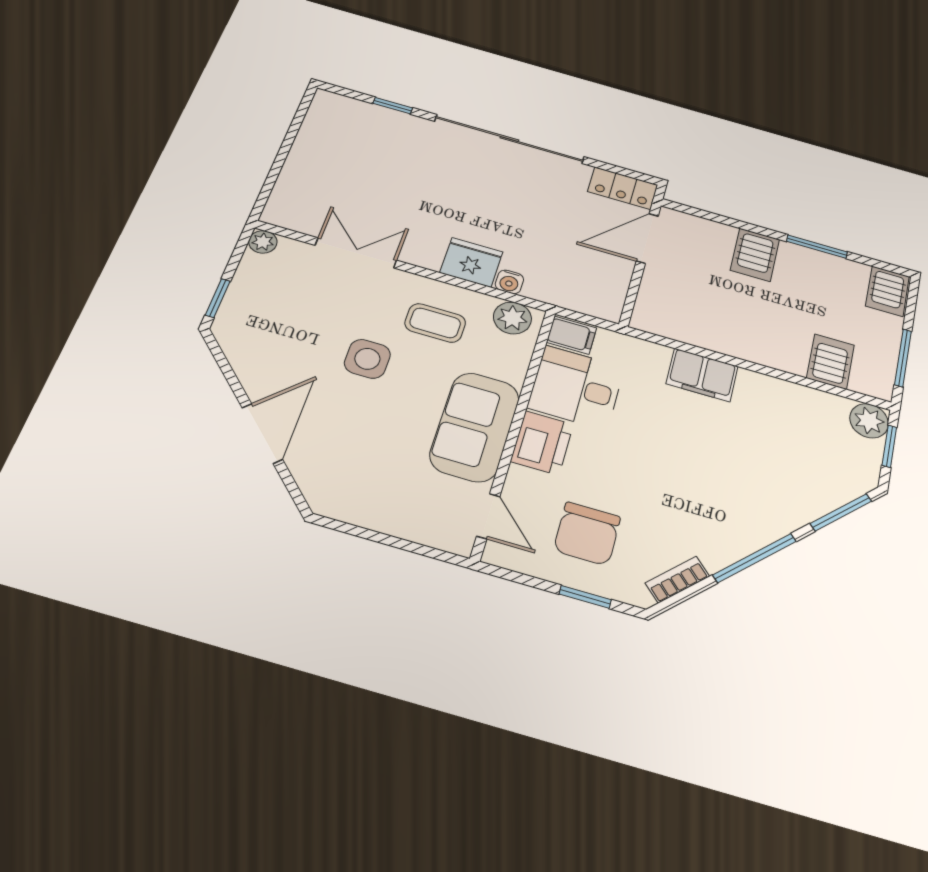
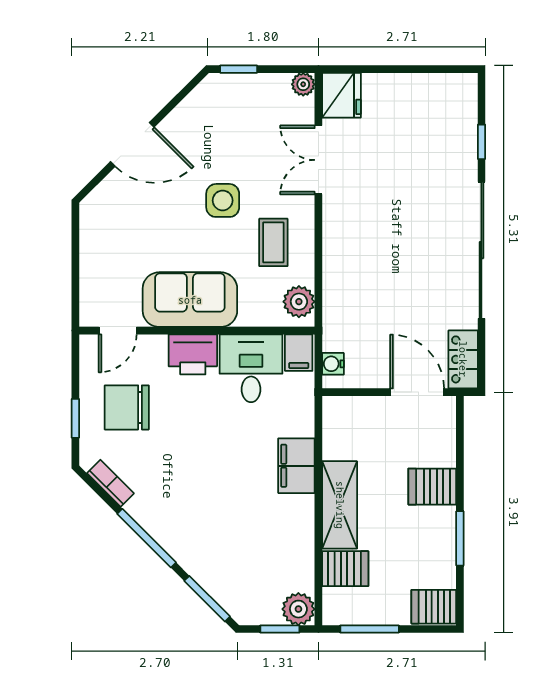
double door: (356, 253) -> (318, 160), swing flipped
fridge: (471, 262) -> (341, 95), moved
water cooler: (509, 282) -> (333, 364), moved
shelving: (757, 346) -> (340, 505), added

